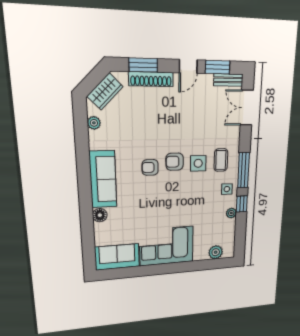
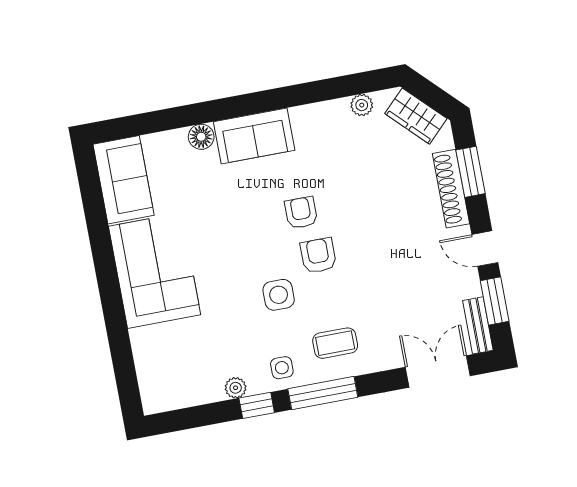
side table: (198, 163) -> (279, 295), moved
sofa: (103, 179) -> (254, 136), width x0.73
plant: (216, 252) -> (151, 373), removed

